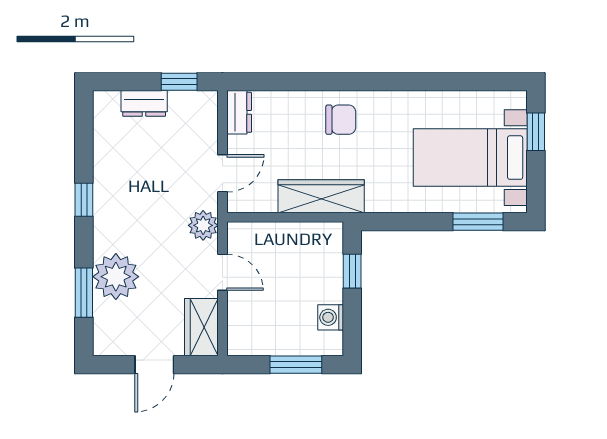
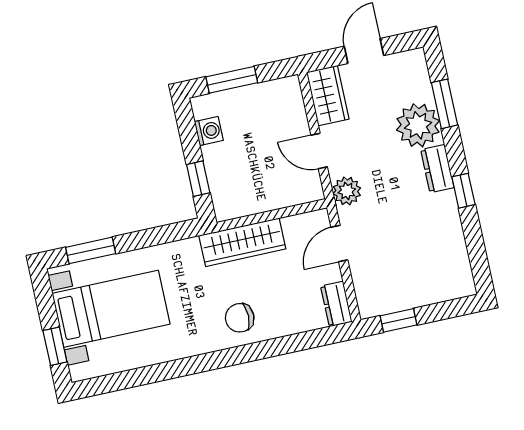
dresser: (144, 103) -> (437, 169), moved, turned -90

